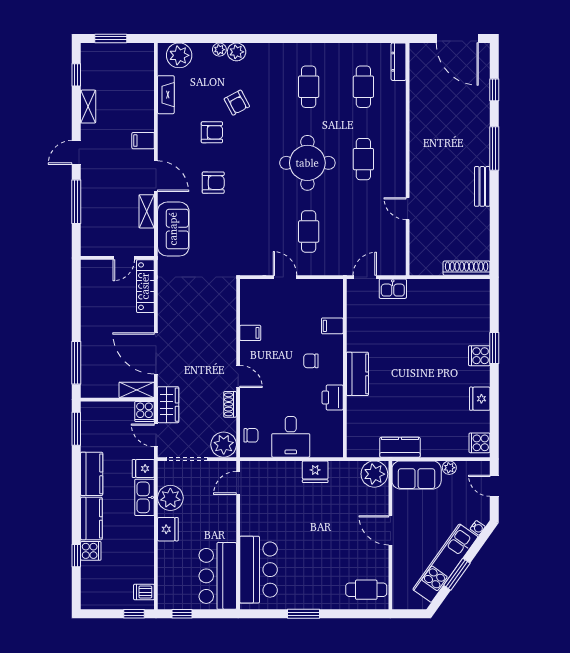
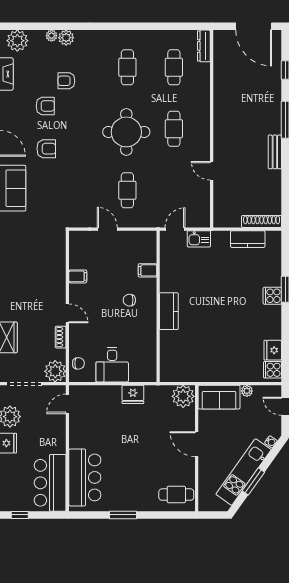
armchair: (237, 103) -> (66, 81), turned 118
printer: (333, 398) -> (148, 331), removed
fridge: (480, 399) -> (273, 350), moved
kitchen counter: (400, 447) -> (248, 239), moved, turned 180

